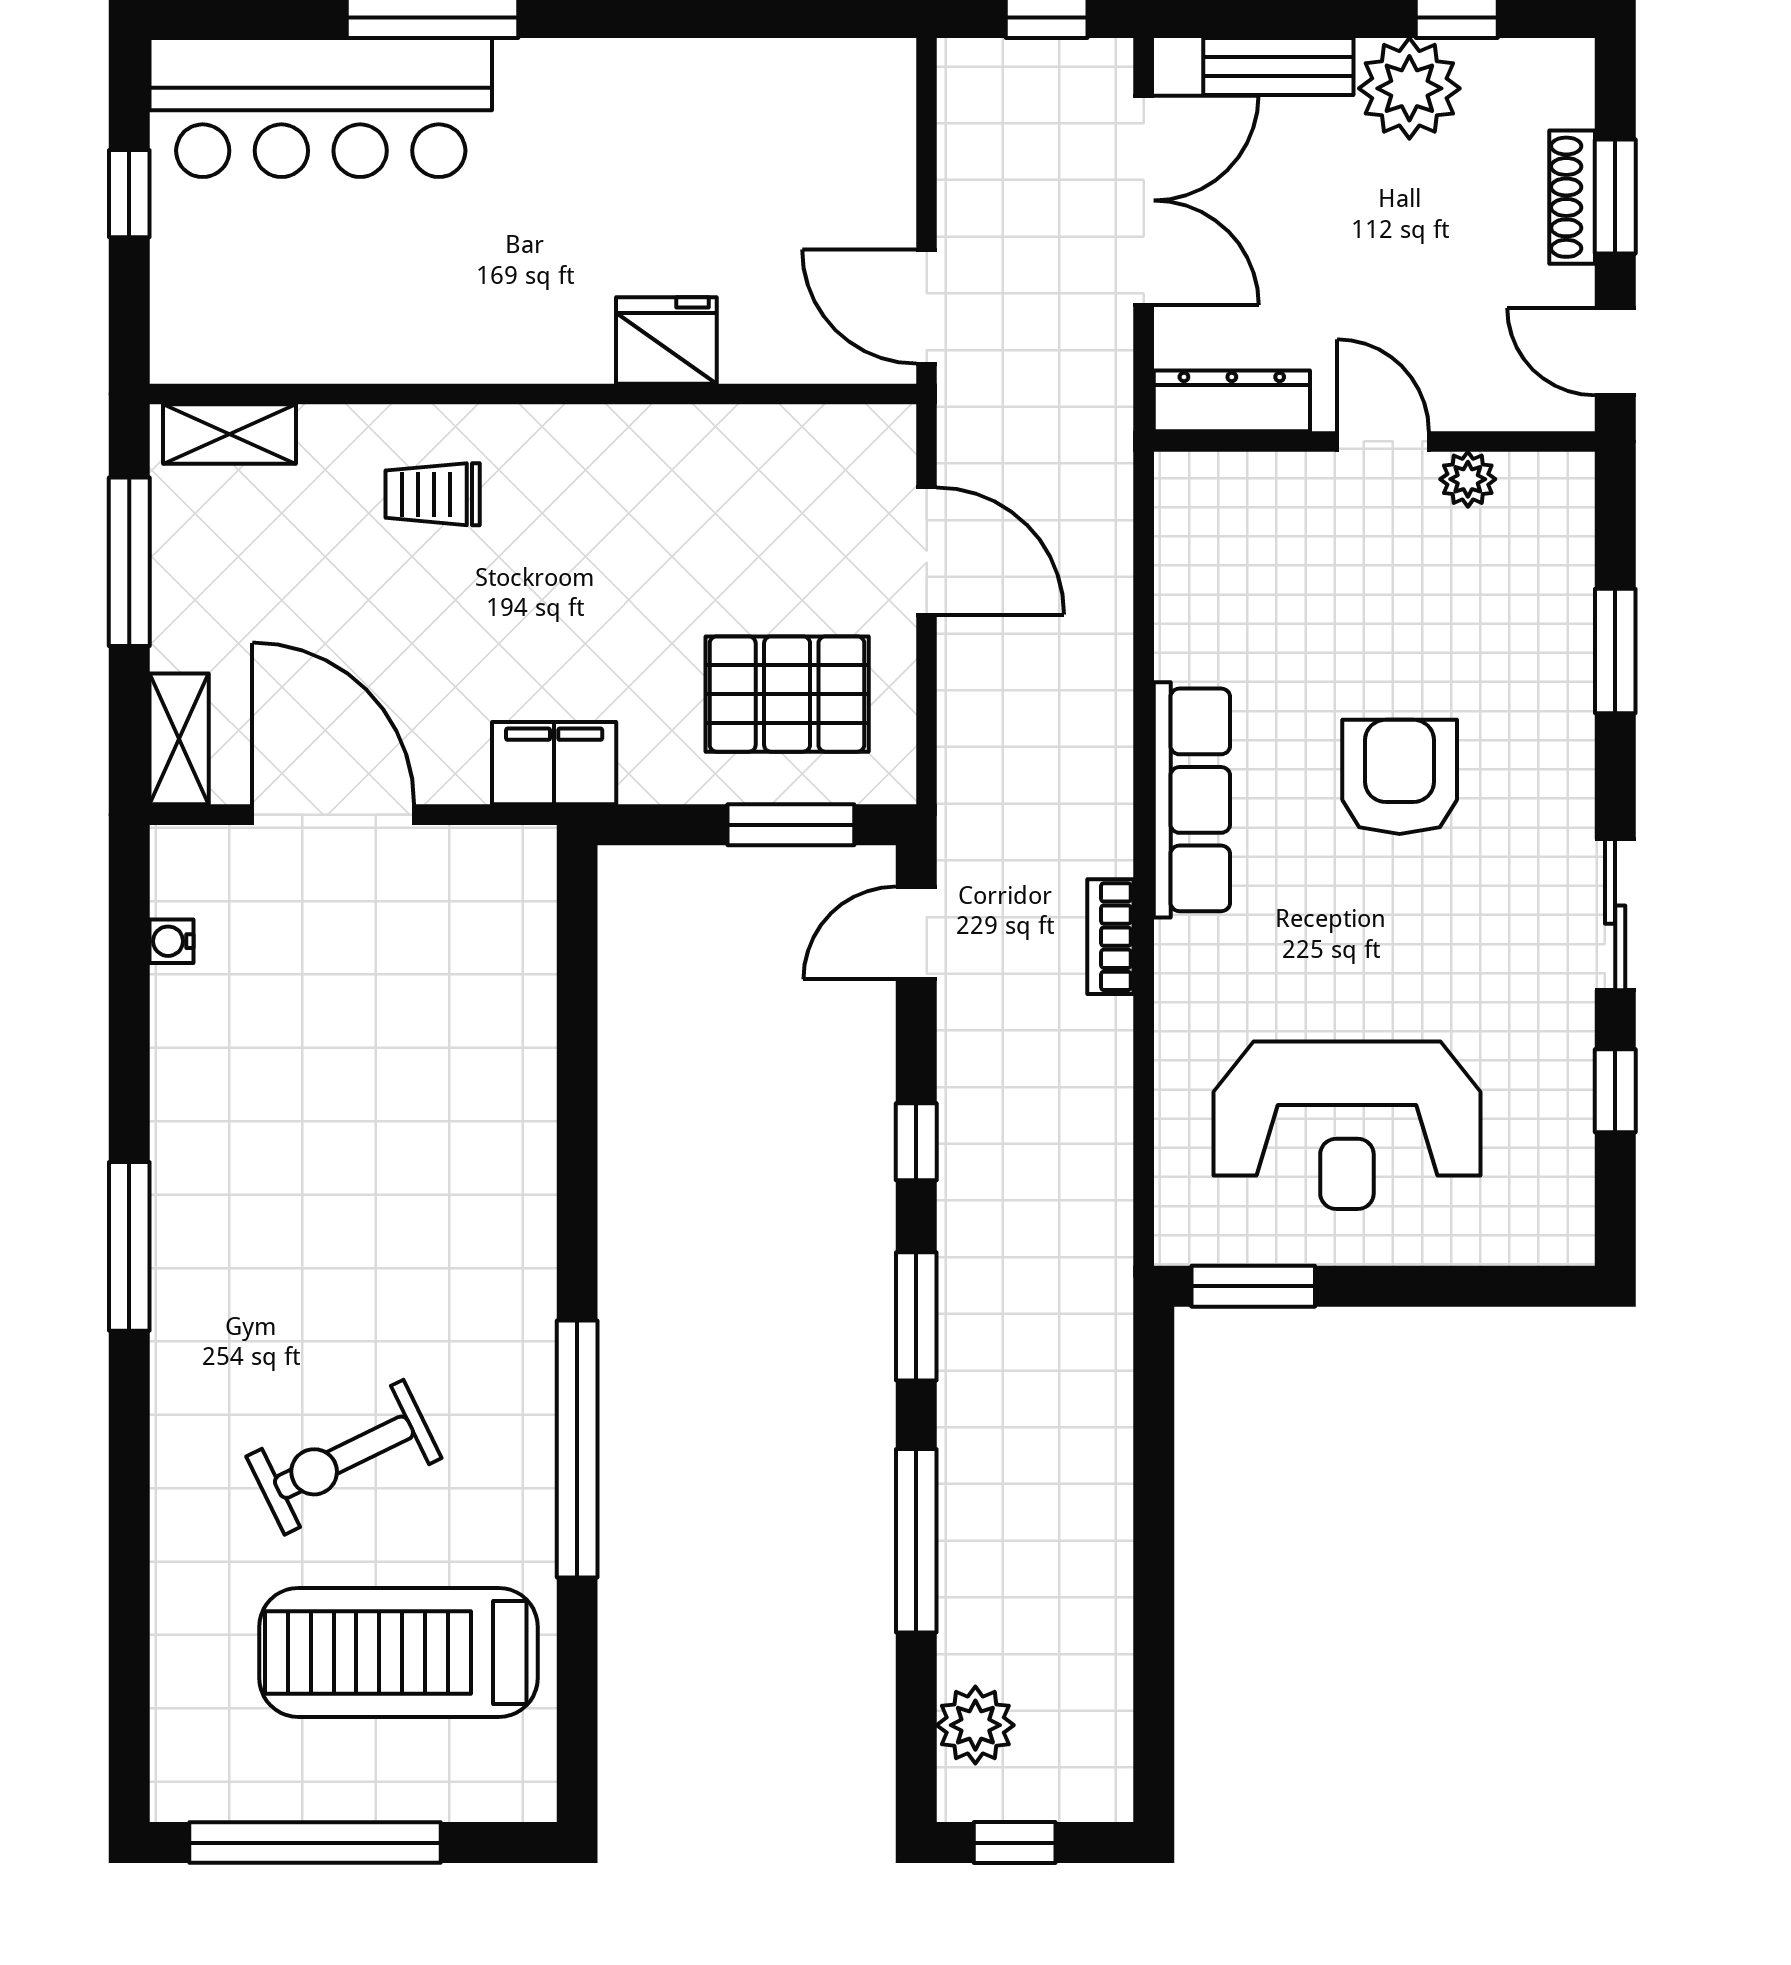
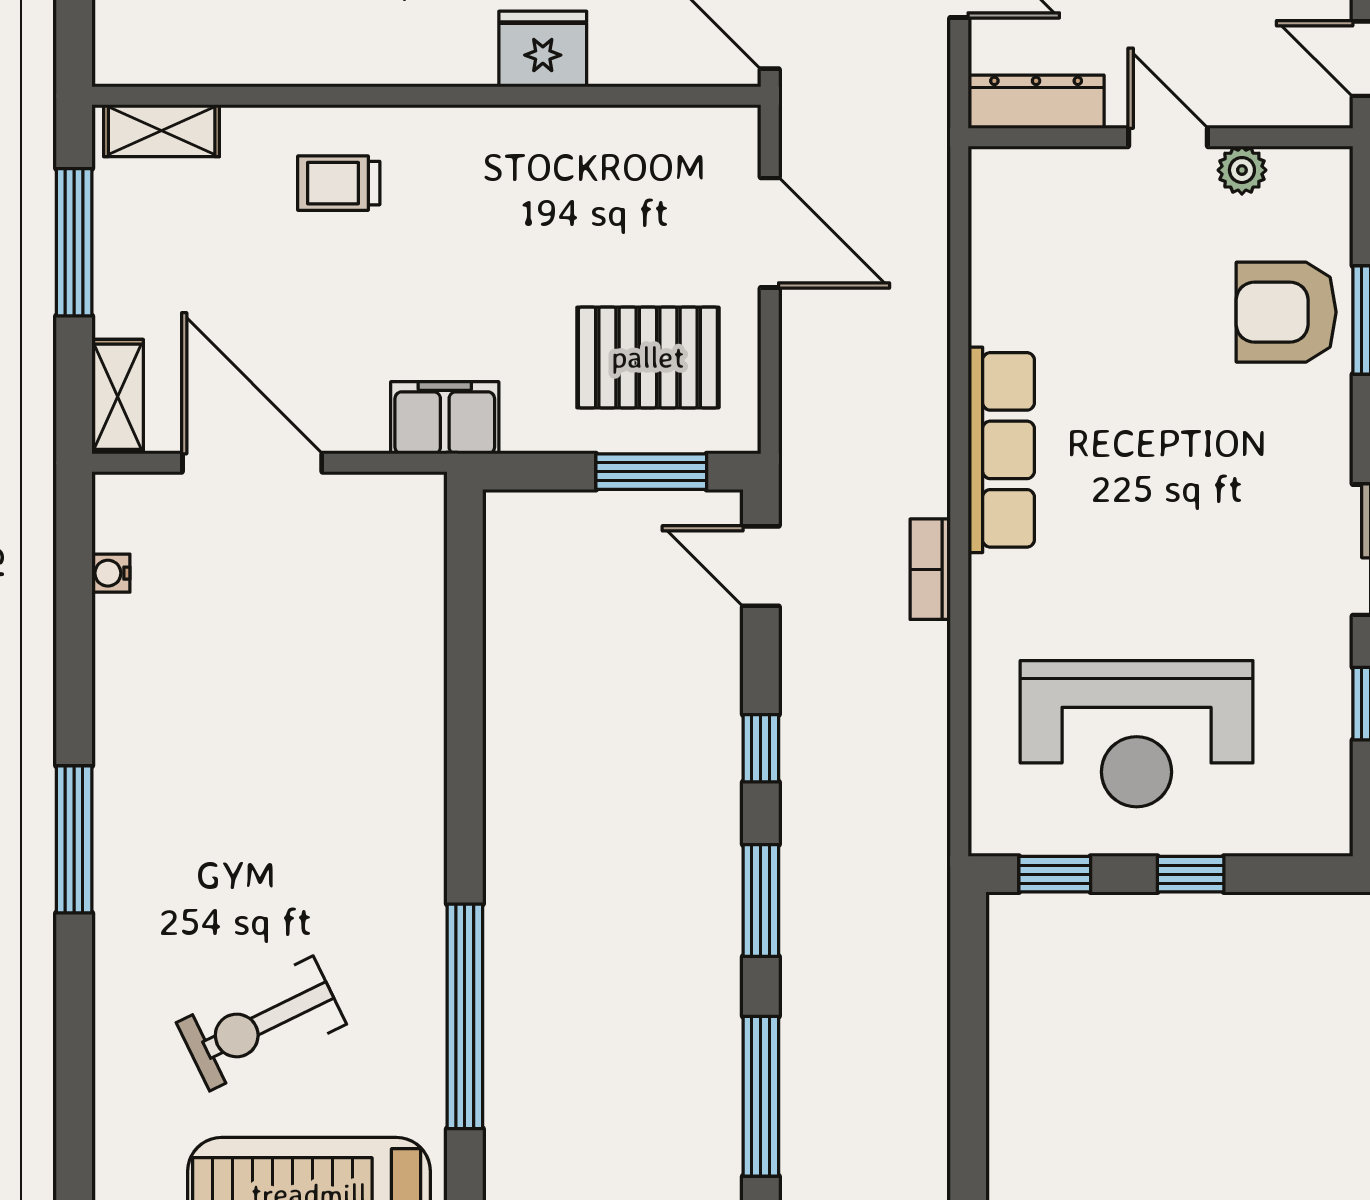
armchair: (1400, 777) -> (1286, 312), moved, turned -90
door: (916, 933) -> (761, 566), hinge flipped
window: (1253, 1286) -> (1055, 874), width x0.67
window: (1409, 1286) -> (1191, 874), added

